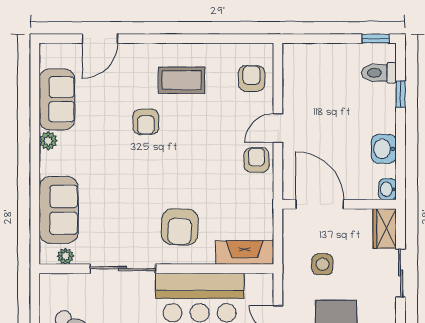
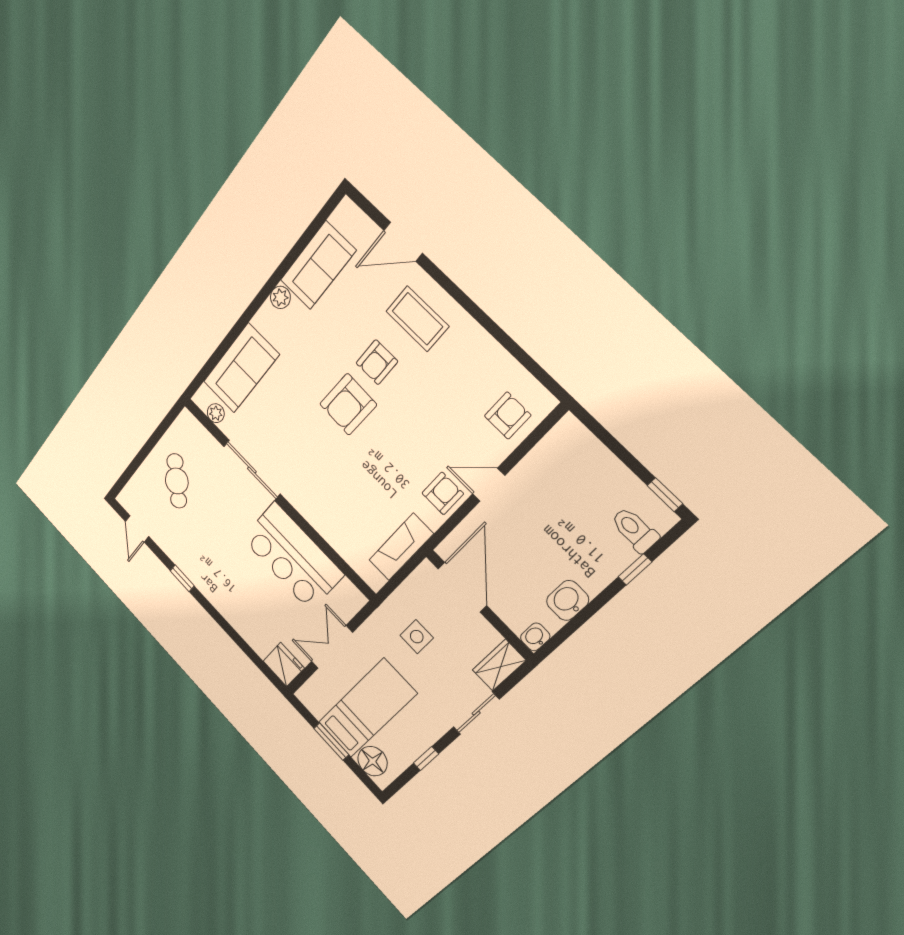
coffee table: (182, 80) -> (417, 319), moved
armchair: (180, 227) -> (348, 404), moved
fireplace: (245, 253) -> (401, 547), moved, turned -90

